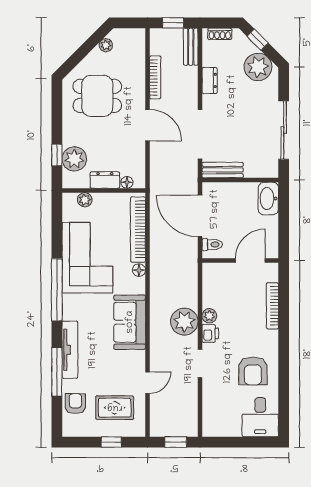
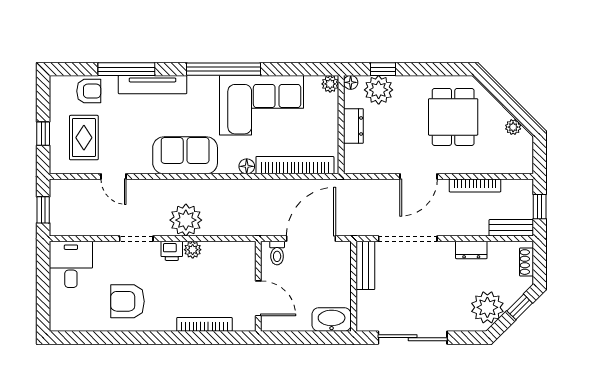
floor lamp: (127, 182) -> (351, 82), moved
plant: (85, 200) -> (330, 84), moved
desk: (260, 417) -> (71, 264), moved, turned 90

